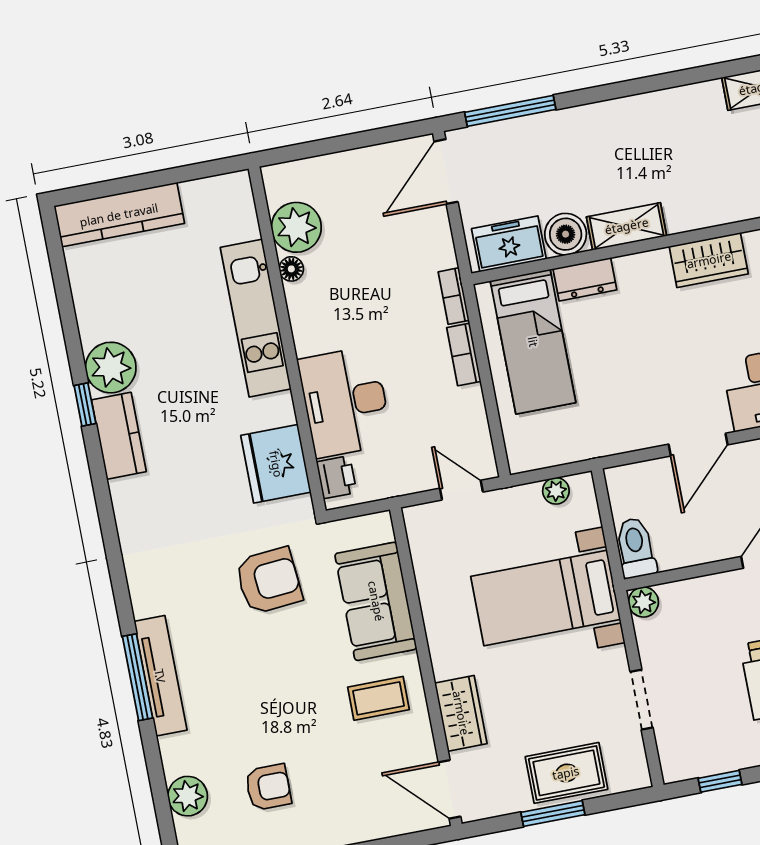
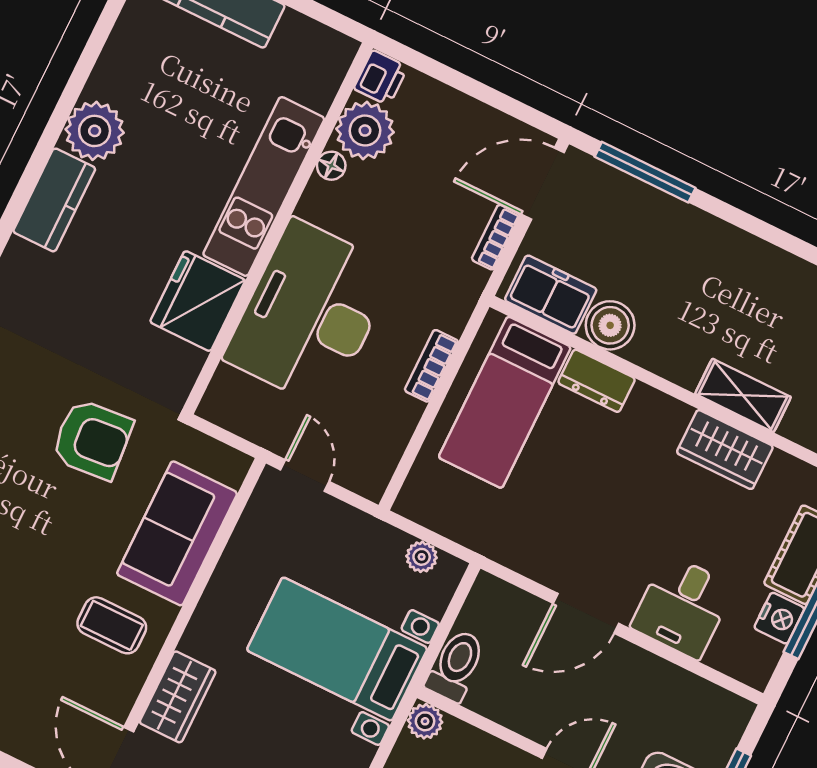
shelving: (627, 226) -> (743, 395), moved
bookcase: (454, 296) -> (496, 237), moved
desk: (345, 402) -> (310, 314), width x1.36, depth x1.30
window: (85, 405) -> (45, 147), removed
fridge: (276, 464) -> (198, 301), moved
printer: (337, 477) -> (381, 78), moved
door: (461, 490) -> (305, 476), moved

